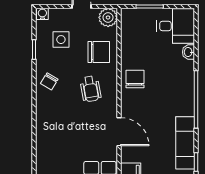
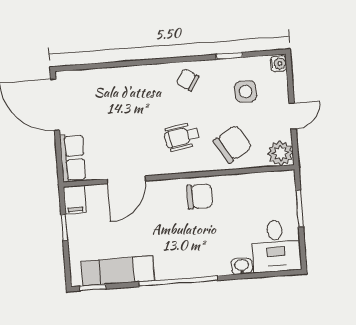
chair: (99, 52) -> (233, 144), turned -121

